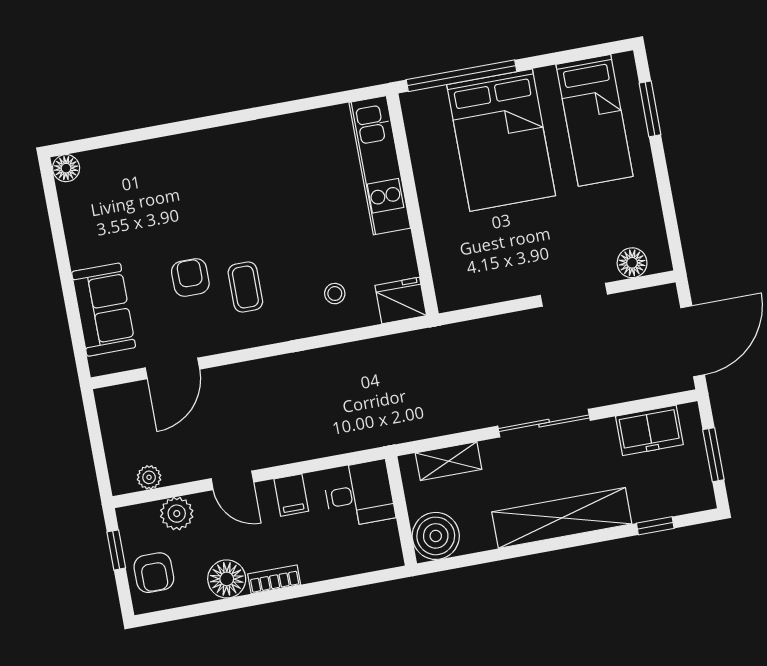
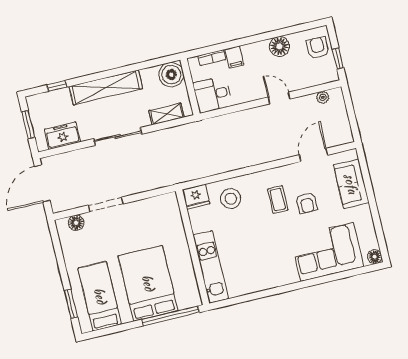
corner sofa: (156, 182) -> (327, 252), added
stool: (335, 294) -> (231, 199), width x1.89, depth x1.89
filing cabinet: (291, 495) -> (234, 57), moved, turned 180
plant: (177, 514) -> (307, 79), removed
bookcase: (274, 579) -> (212, 58), moved

